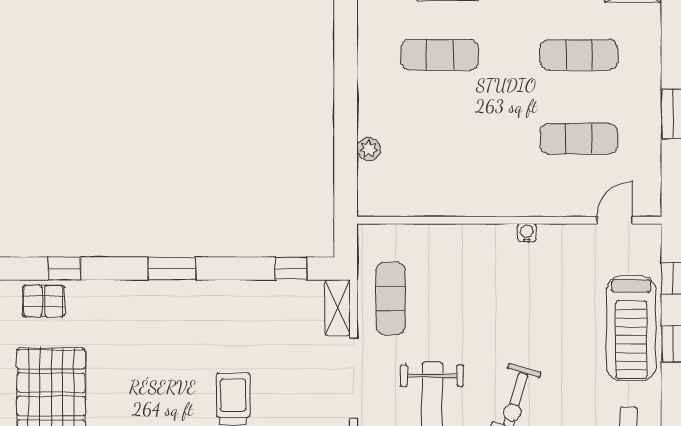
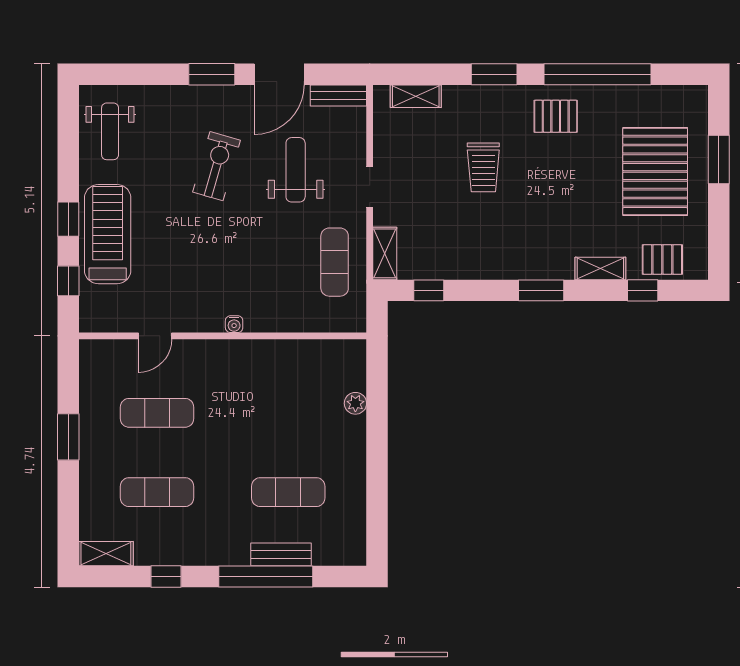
door: (615, 220) -> (155, 336), moved
water cooler: (527, 233) -> (234, 324), moved
shelving: (109, 292) -> (600, 268), added
doorway: (354, 378) -> (370, 187), width x0.53

